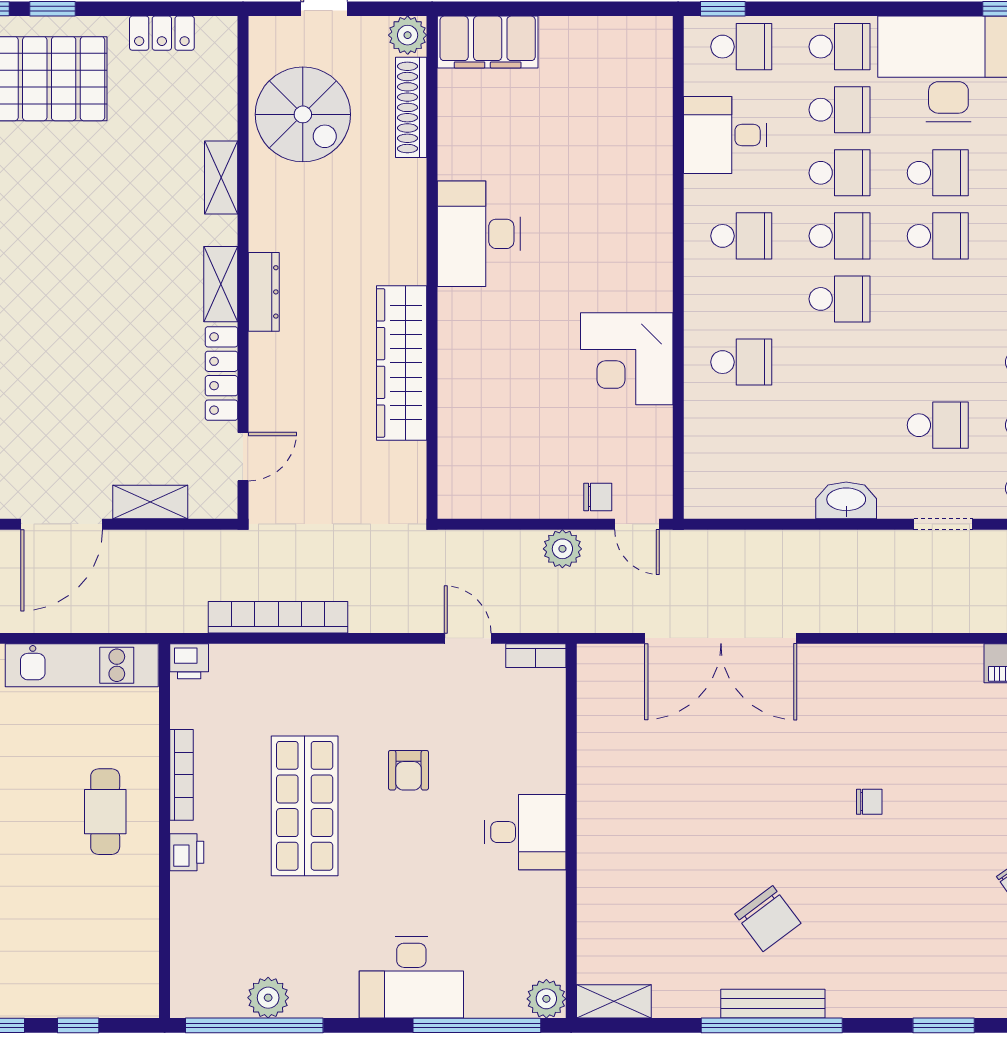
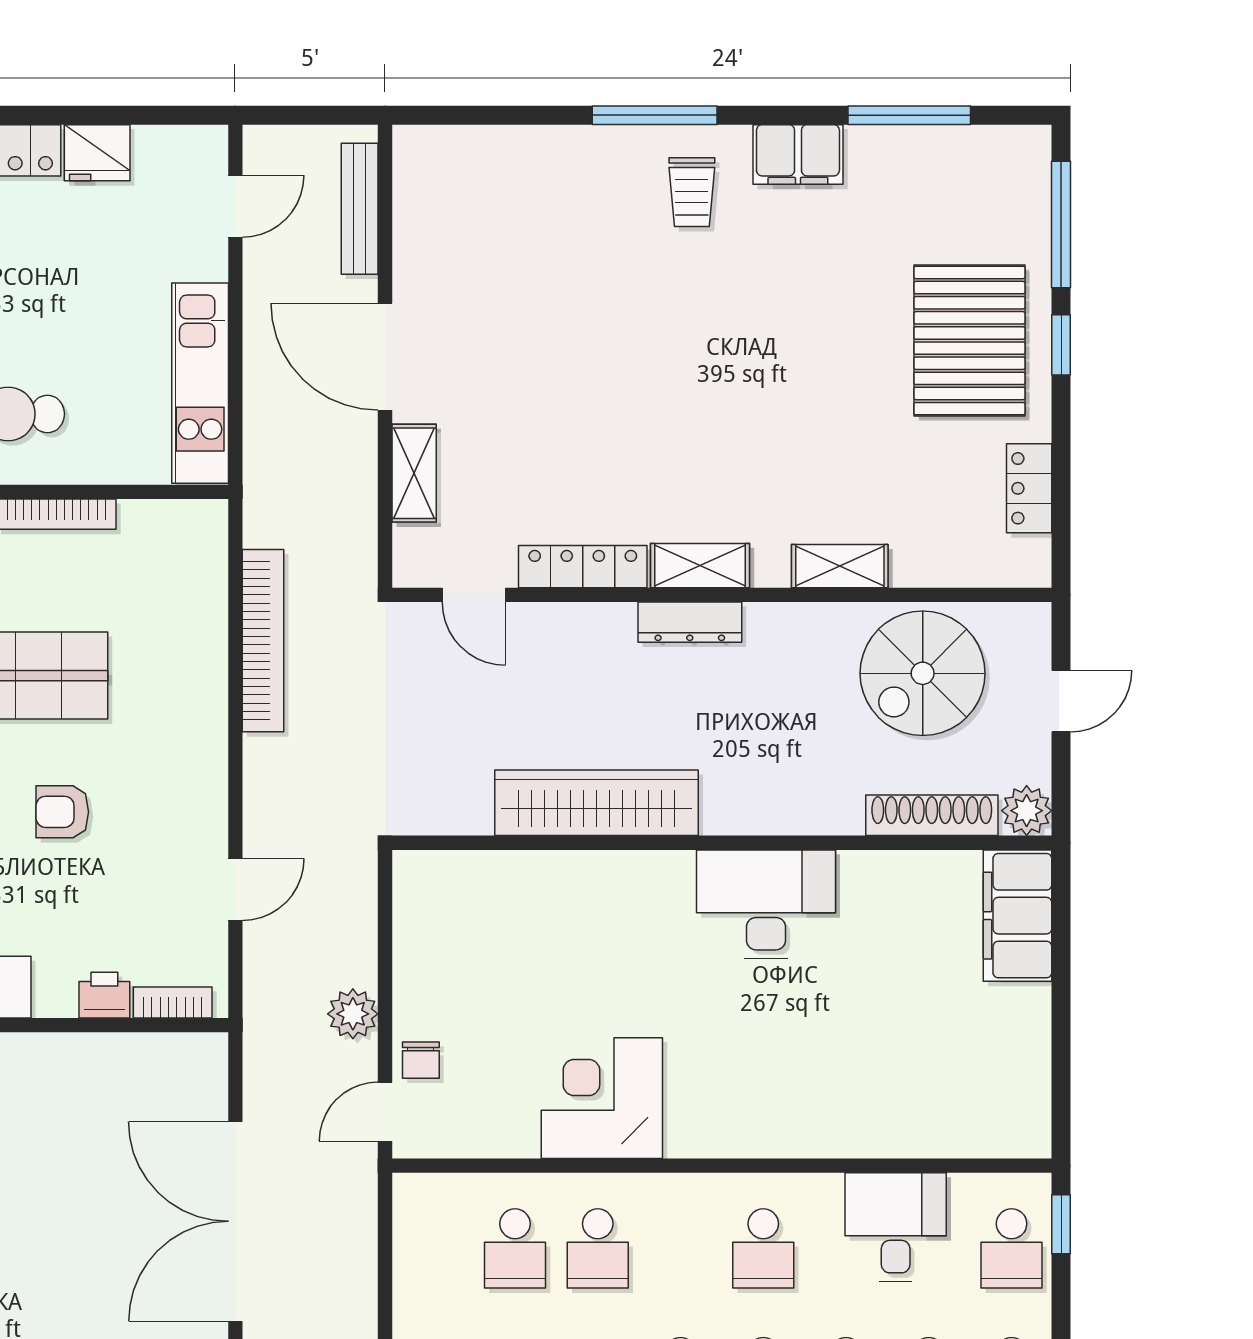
school desk: (741, 425) -> (515, 1248), added
bookcase: (536, 656) -> (173, 1003), moved, turned 90
printer: (189, 661) -> (104, 995), moved, turned 90

